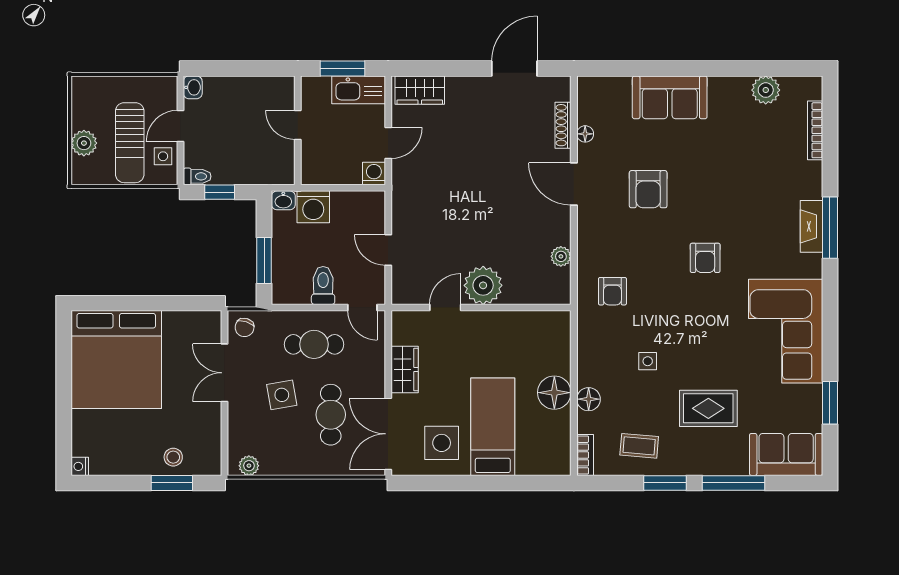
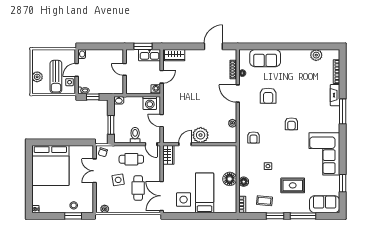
sofa: (670, 97) -> (265, 58), moved
washing machine: (313, 207) -> (150, 103), moved
fireplace: (812, 226) -> (335, 95), moved
wardrobe: (405, 370) -> (168, 155), moved

